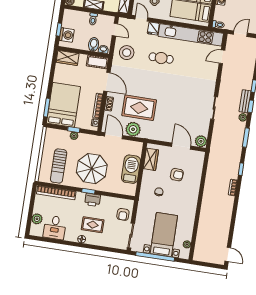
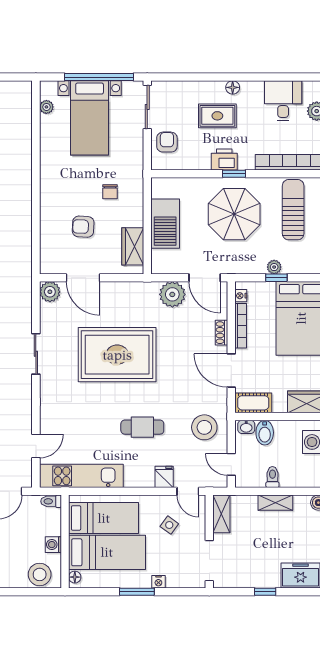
kitchen unit: (191, 35) -> (81, 476), width x0.73
rug: (139, 108) -> (117, 355), moved, width x1.37, depth x1.44

